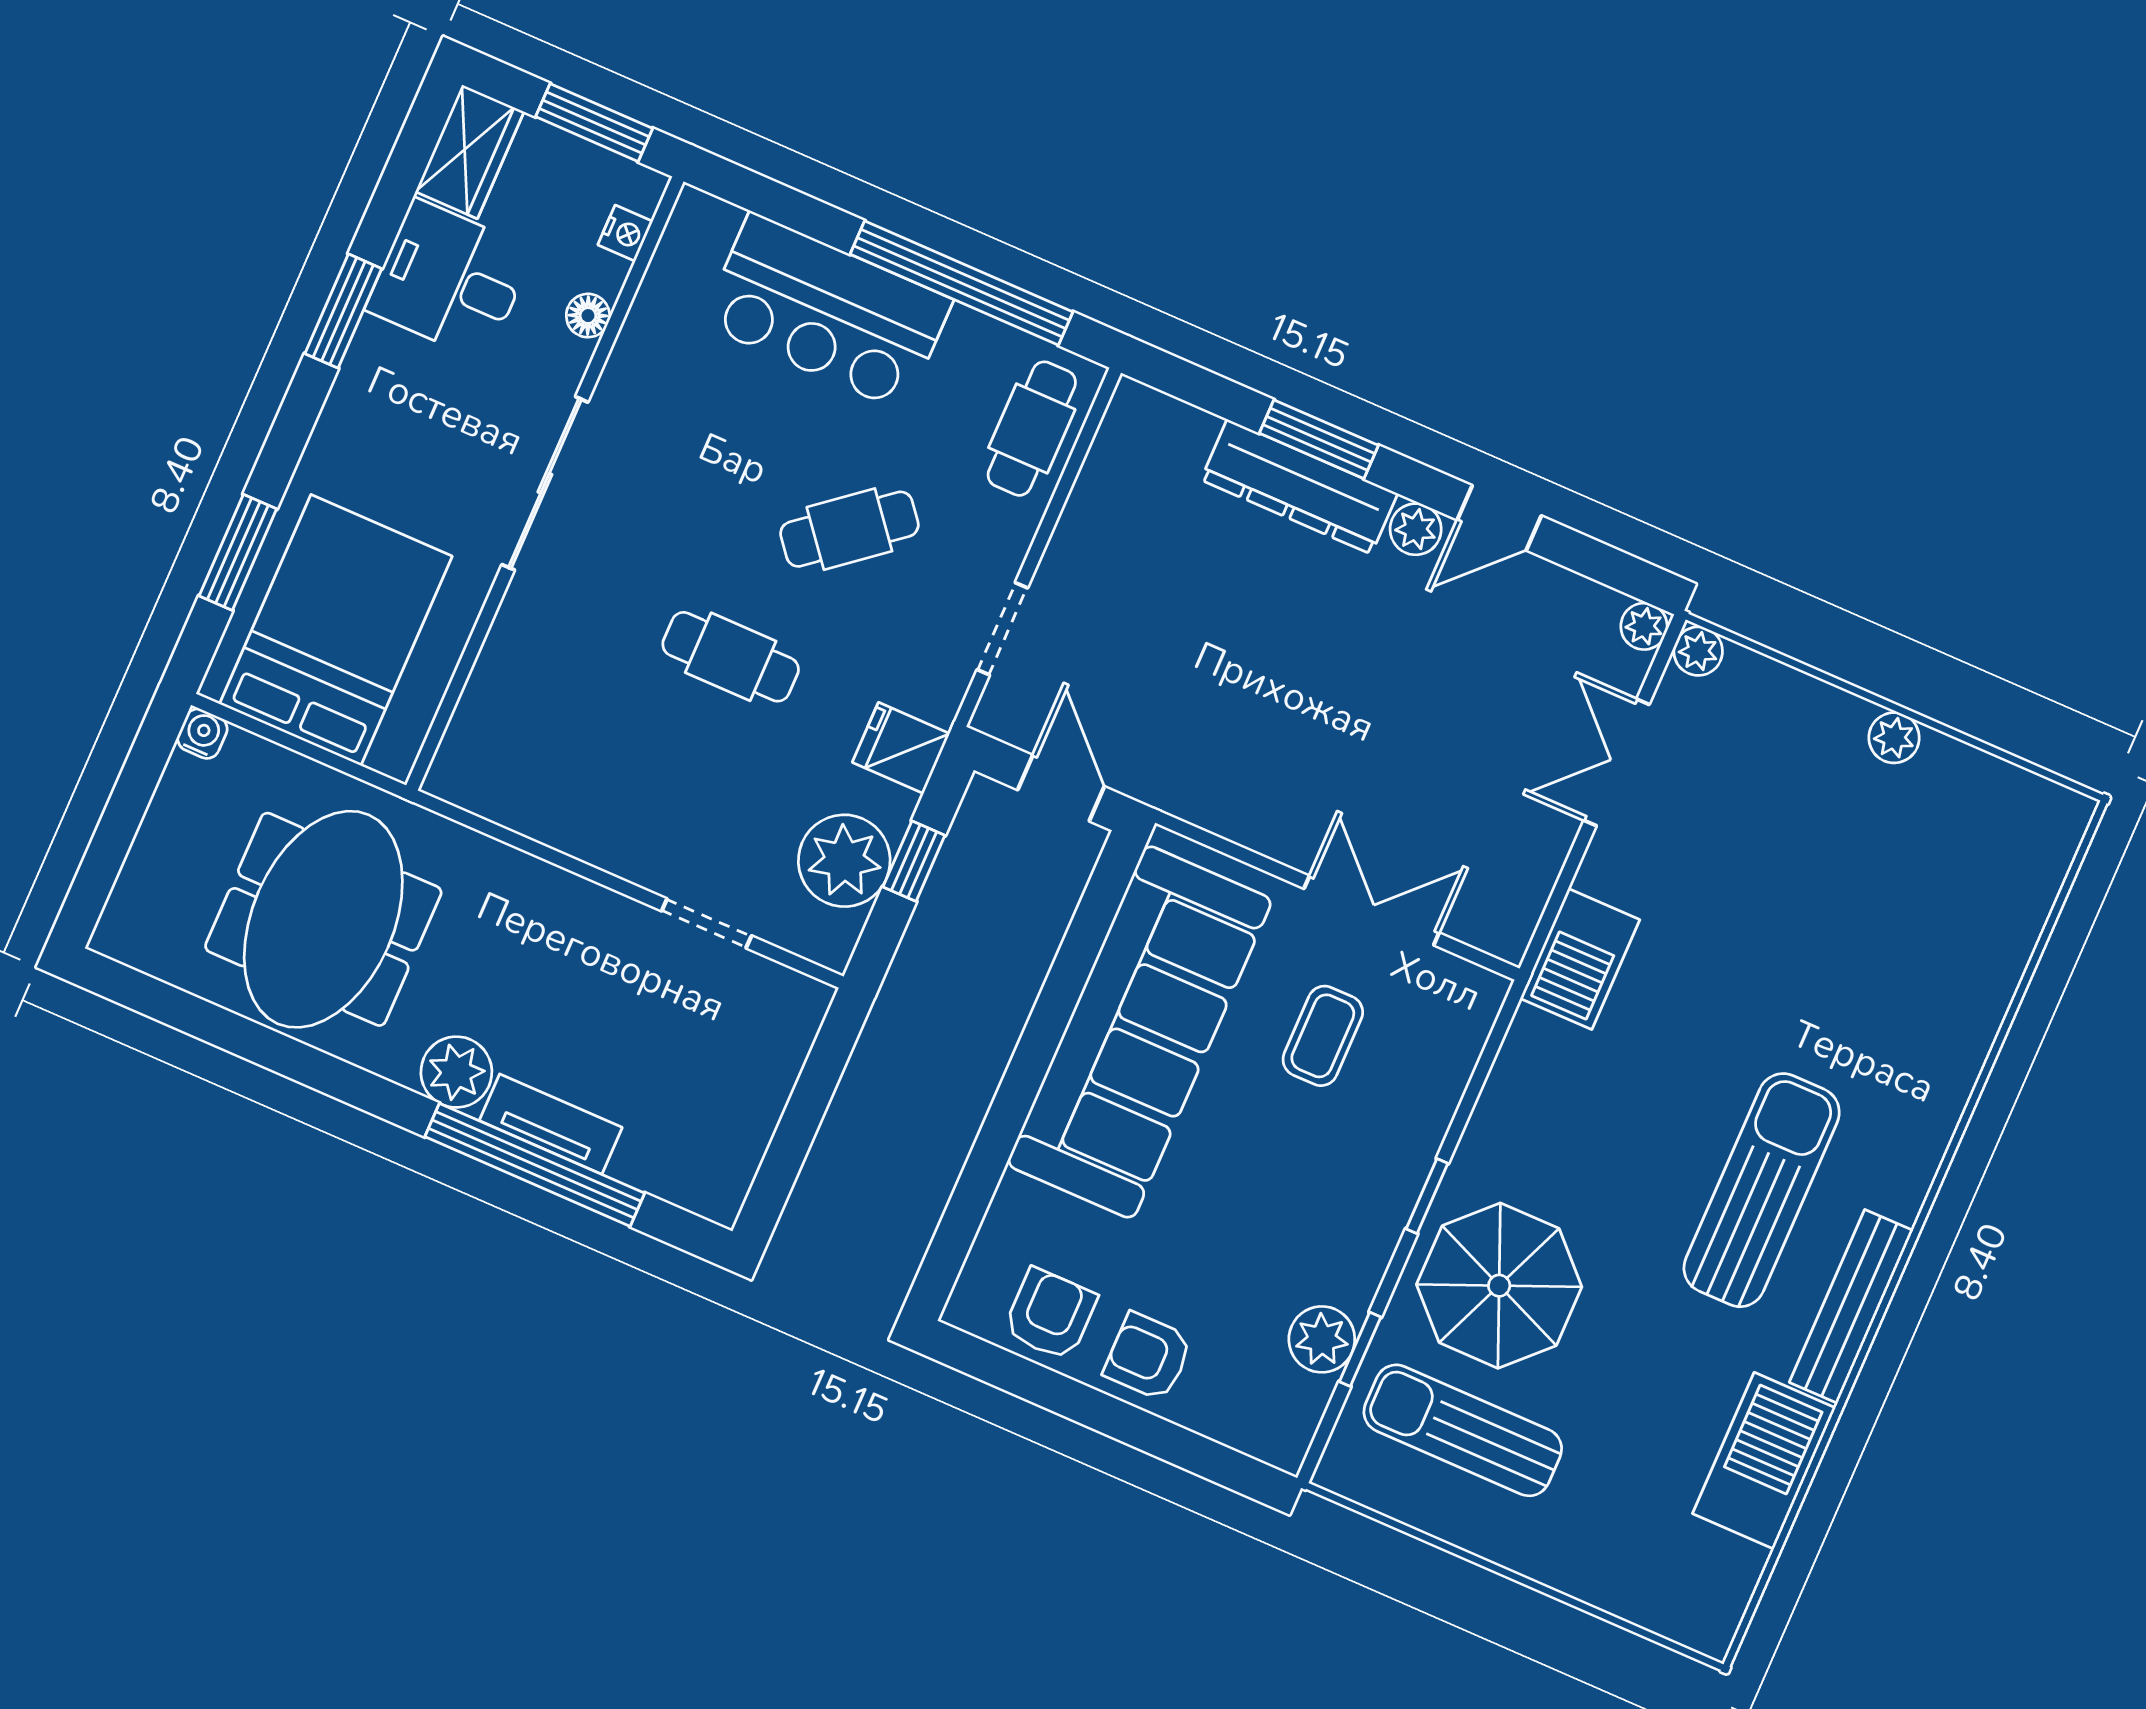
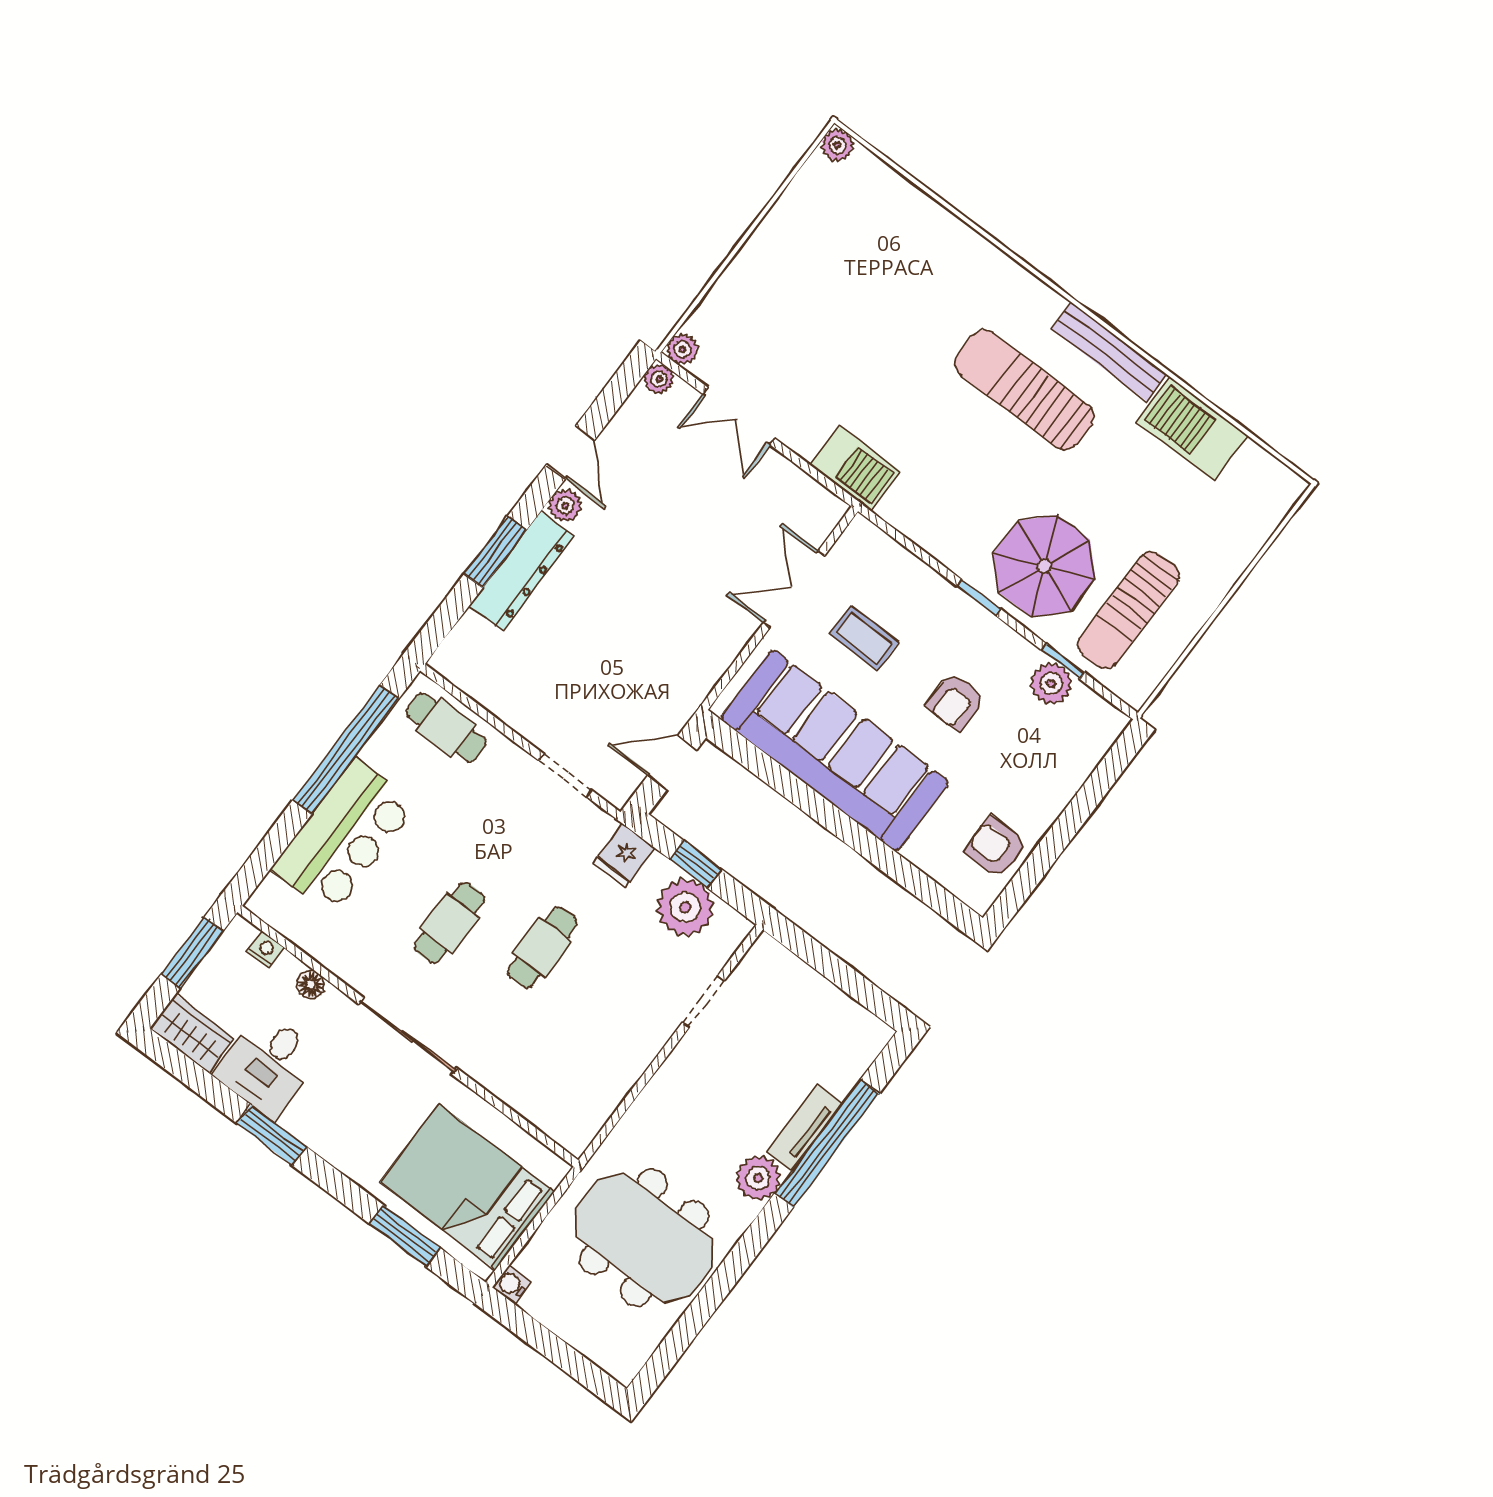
cafe table: (849, 529) -> (449, 923), moved, turned 39
plant: (1894, 738) -> (837, 145), moved
armchair: (1148, 1357) -> (956, 702), moved

